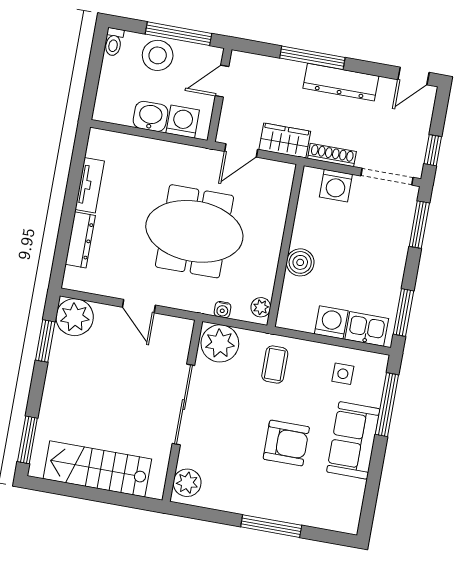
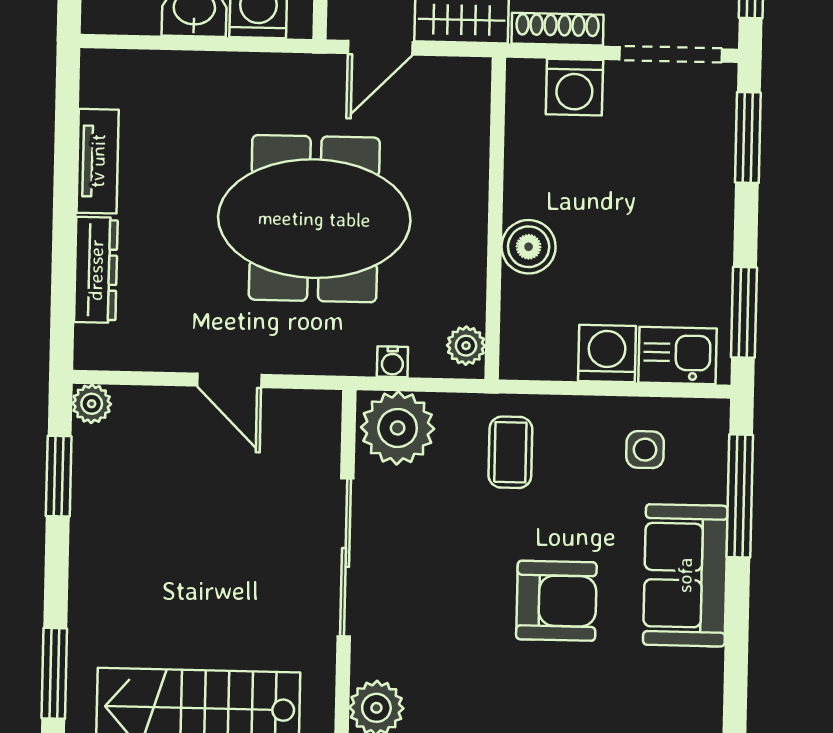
plant: (75, 317) -> (92, 404), width x0.53, depth x0.53

